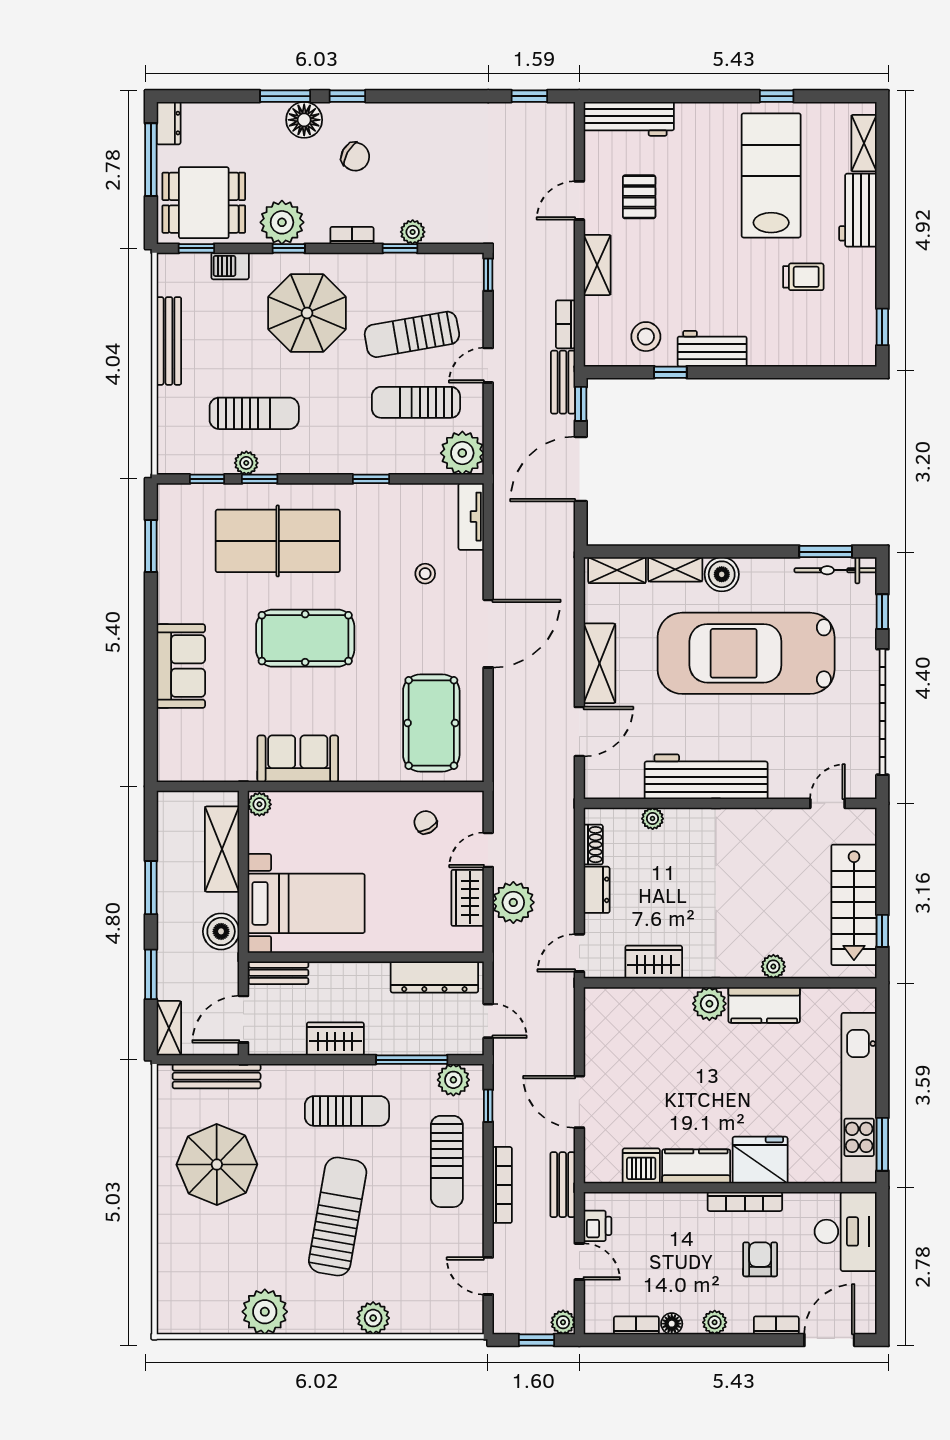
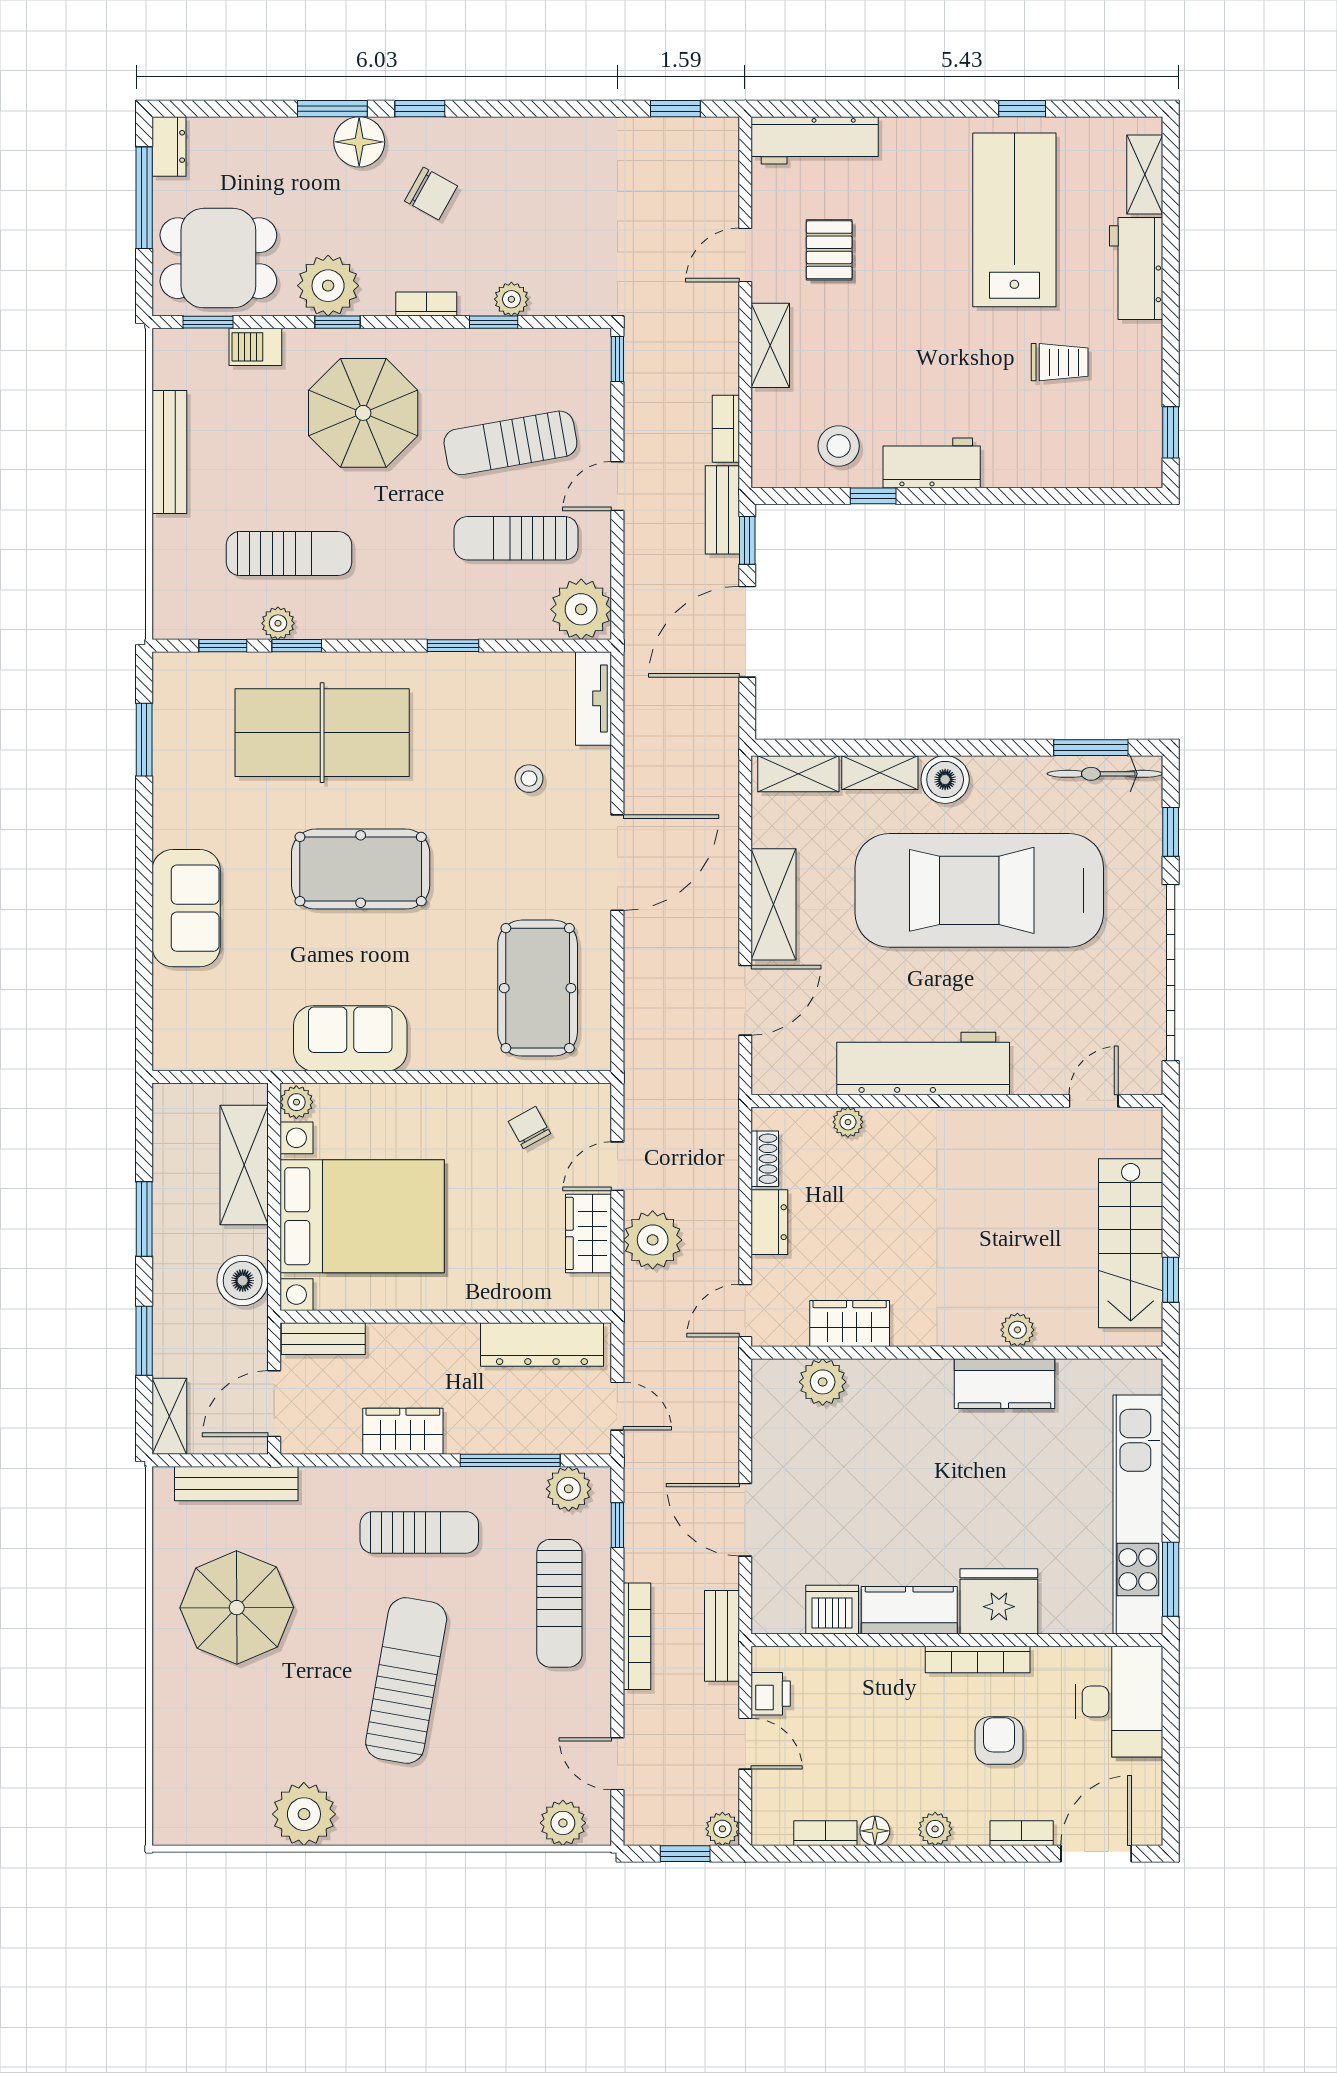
bed with nightstands: (306, 903) -> (362, 1216), width x1.36
plant: (709, 1004) -> (823, 1382), moved
plant: (373, 1318) -> (563, 1823), moved

